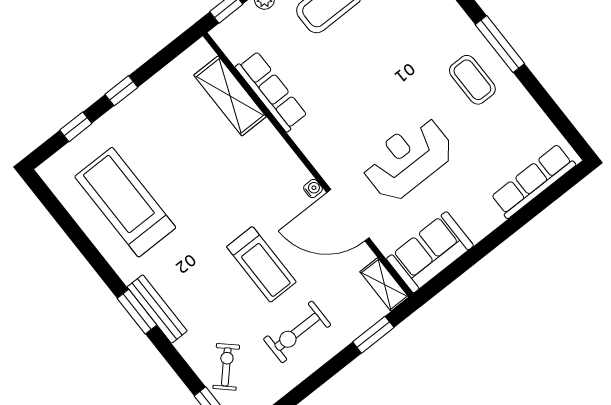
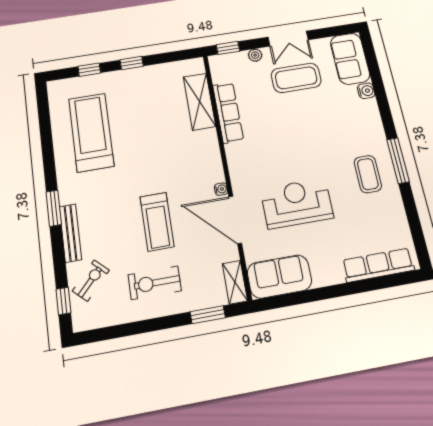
bench: (157, 309) -> (70, 233), moved

